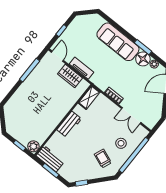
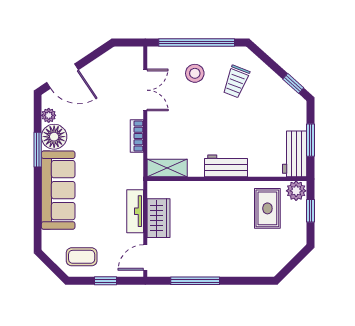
coffee table: (80, 29) -> (82, 257), added
rug: (36, 127) -> (267, 208), added

